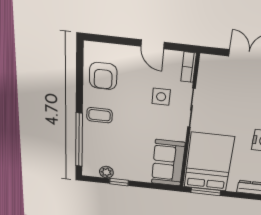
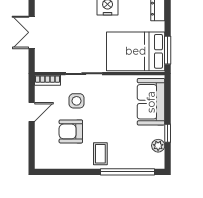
armchair: (103, 76) -> (71, 131), moved, turned 180
sofa: (168, 163) -> (151, 102), moved, turned 90

